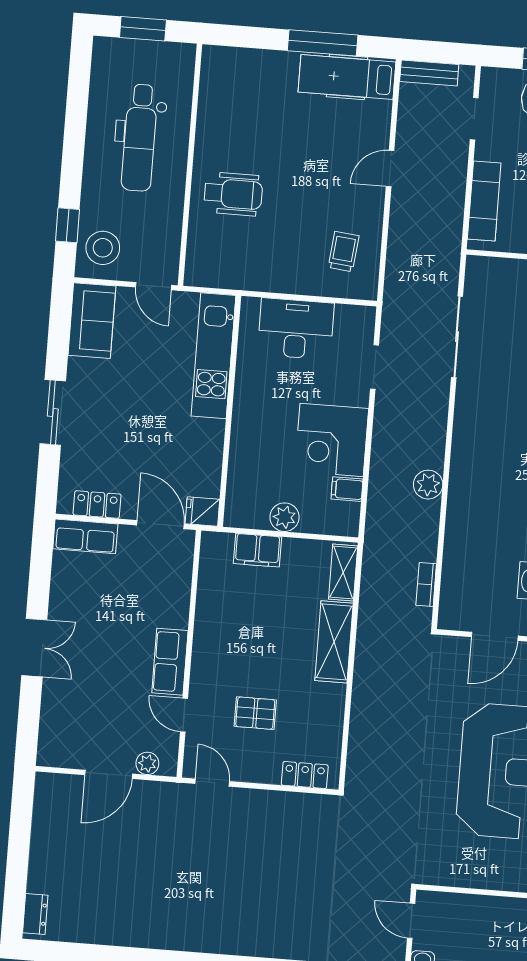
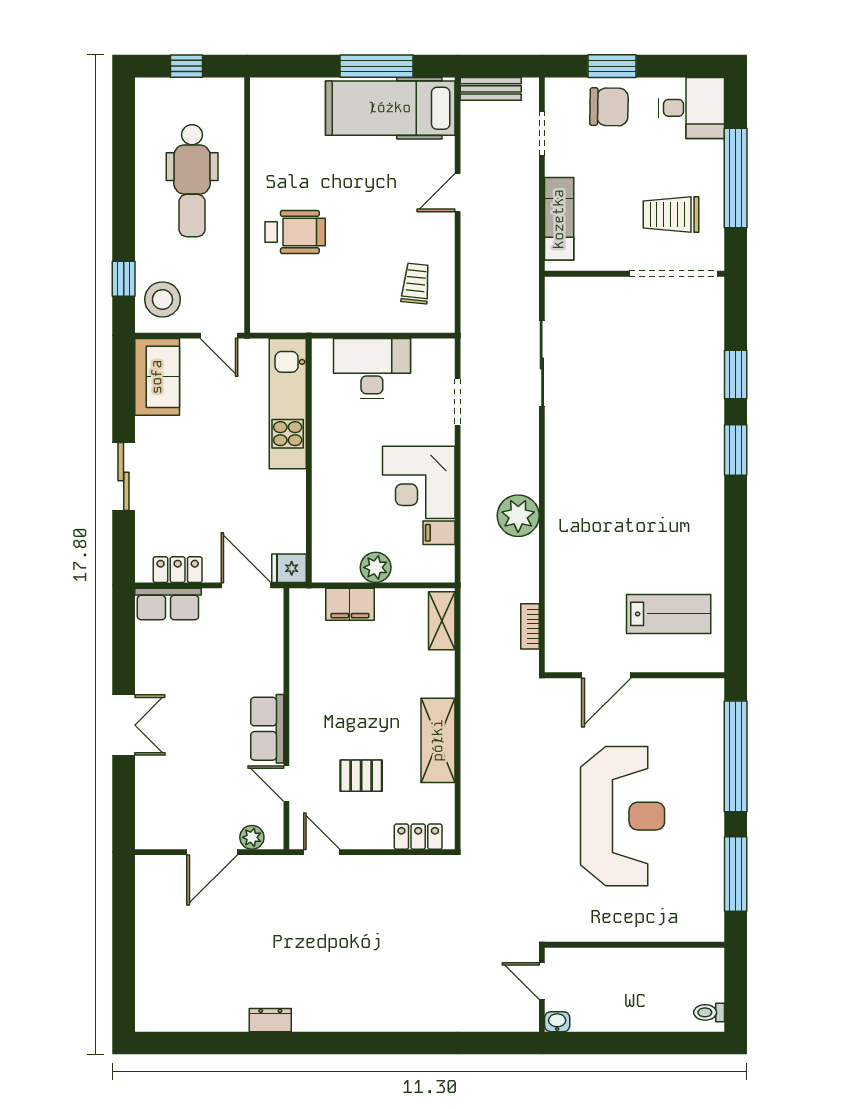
window: (143, 29) -> (186, 66), width x0.67
hospital bed: (347, 77) -> (390, 108), width x1.37, depth x1.29
plant: (428, 485) -> (518, 516), width x1.36, depth x1.36
shelving: (334, 642) -> (438, 740), moved
dresser: (35, 914) -> (270, 1020), moved, turned -90

